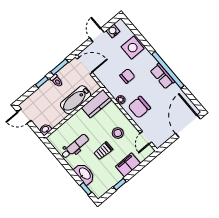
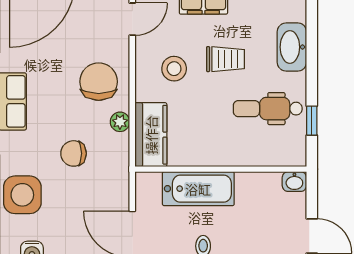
kitchen counter: (97, 104) -> (151, 135), moved, turned 90
chair: (139, 107) -> (99, 82), turned -90
window: (86, 189) -> (312, 121), moved

